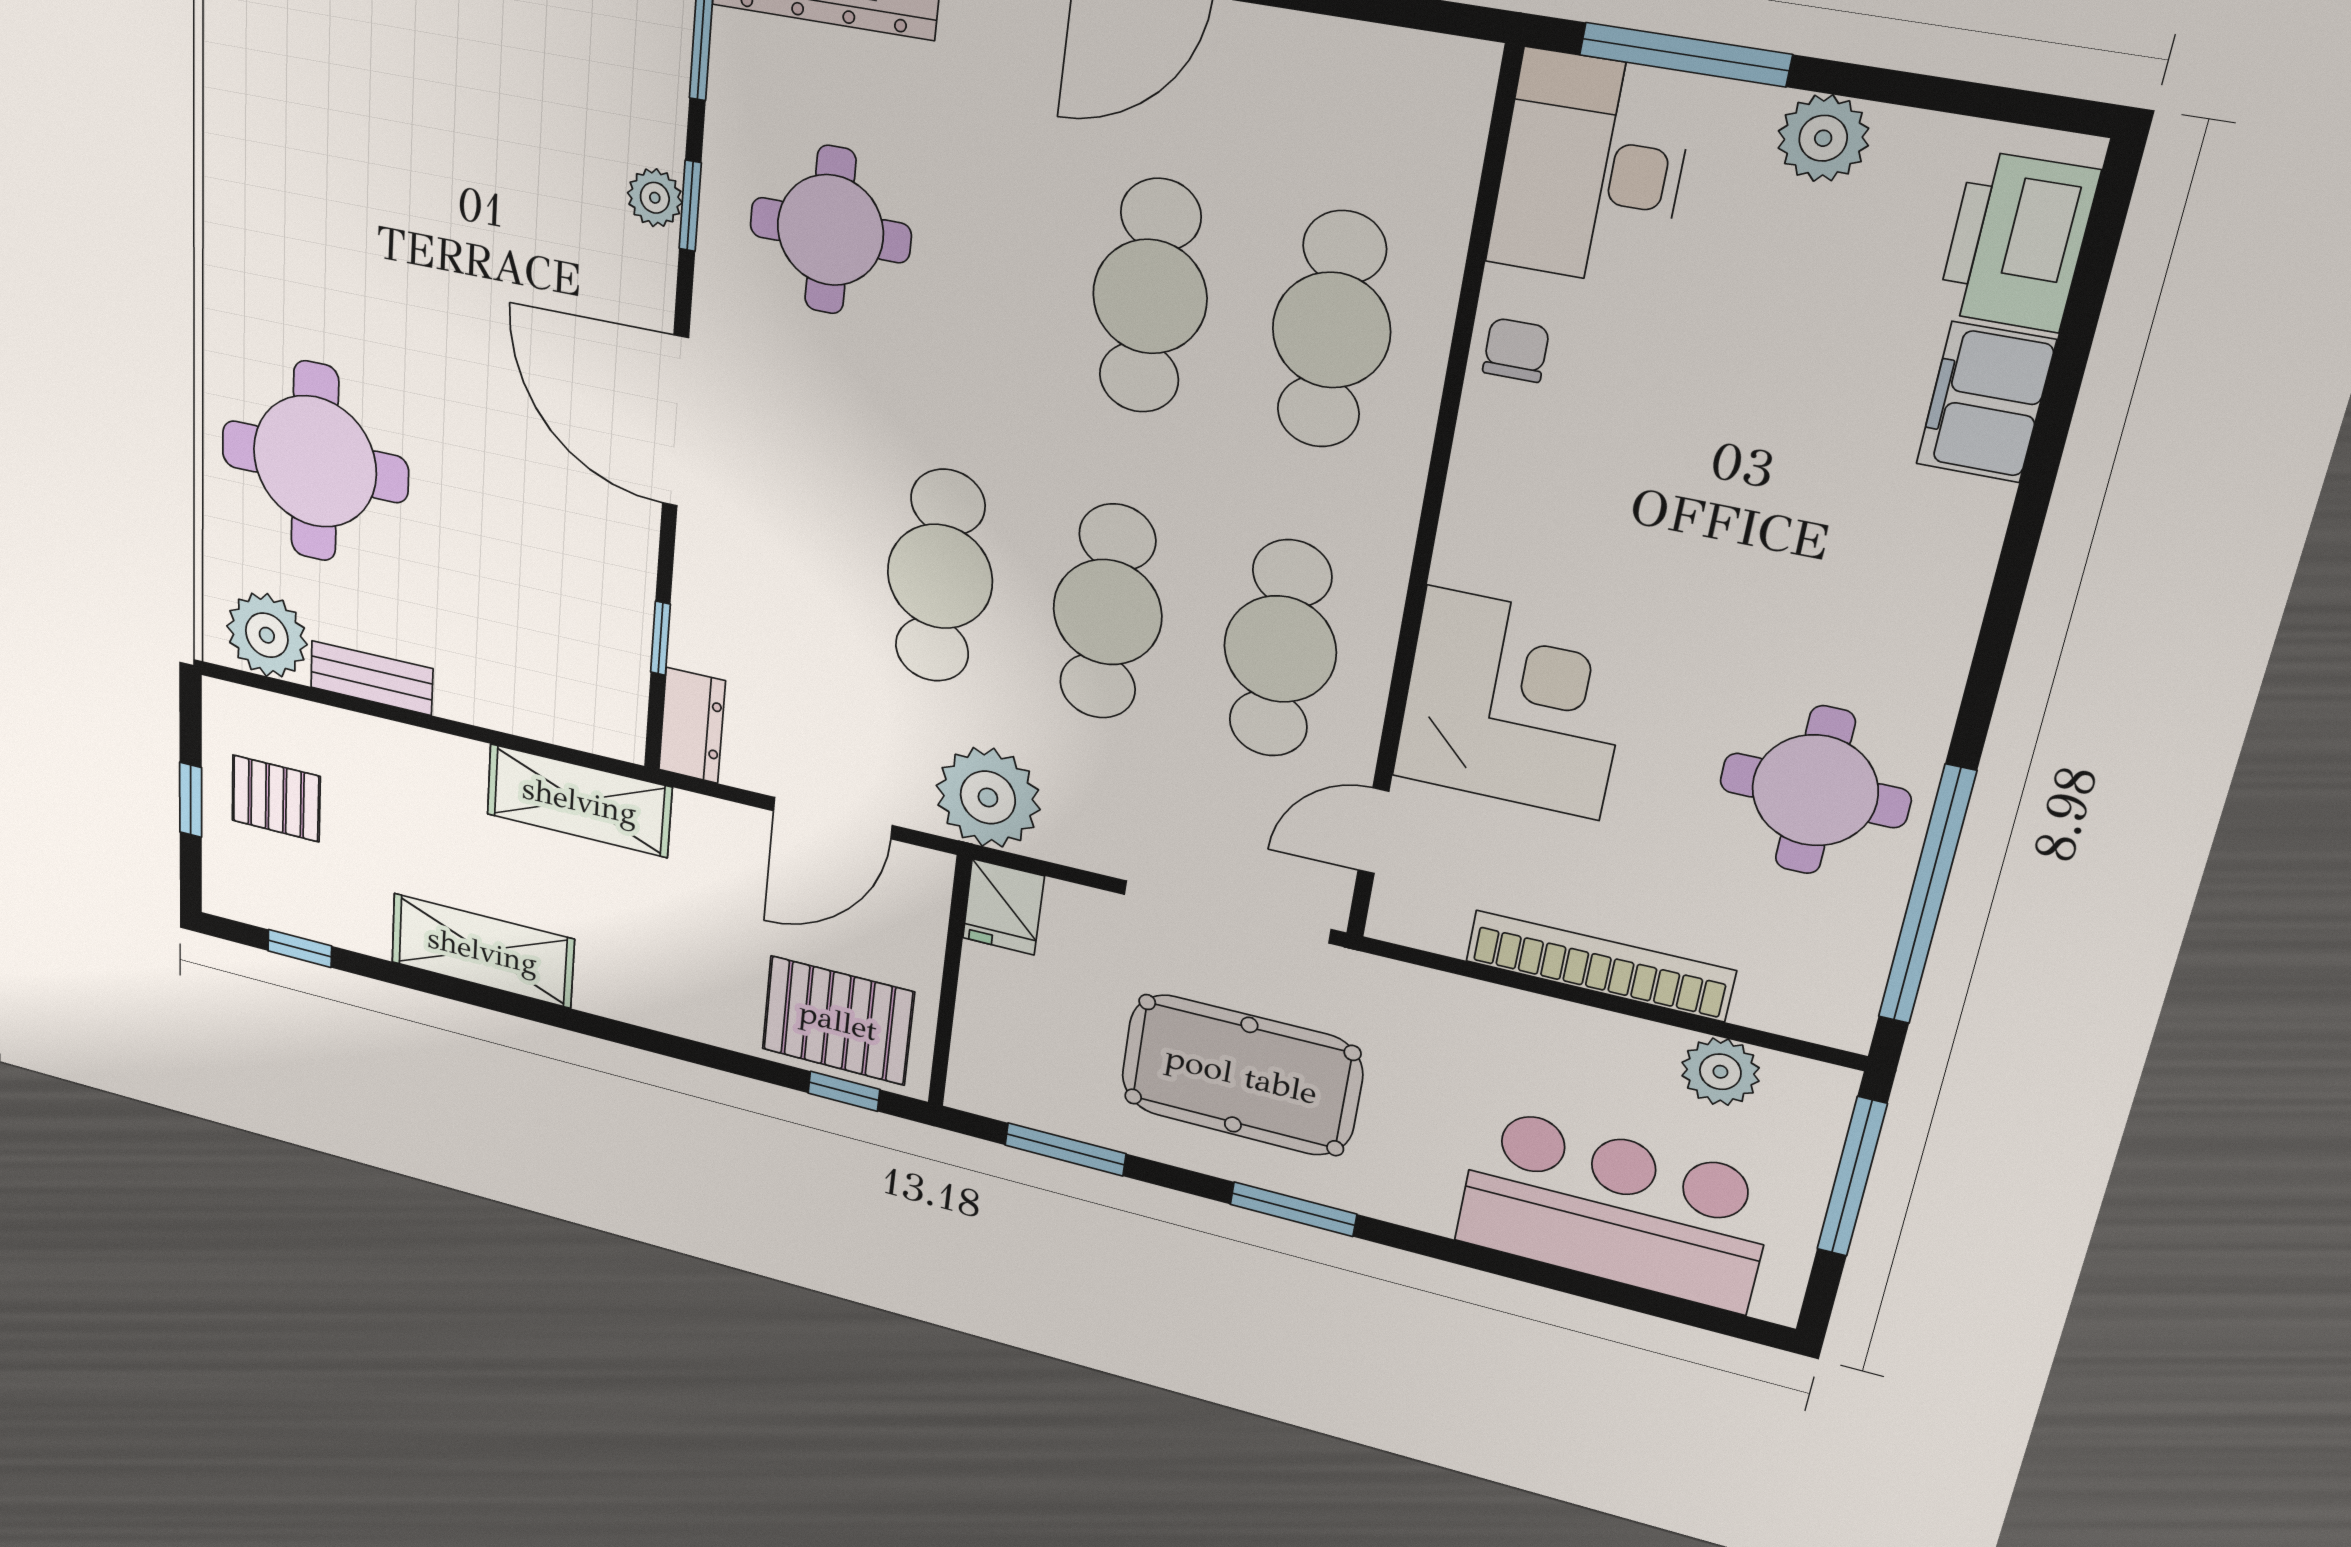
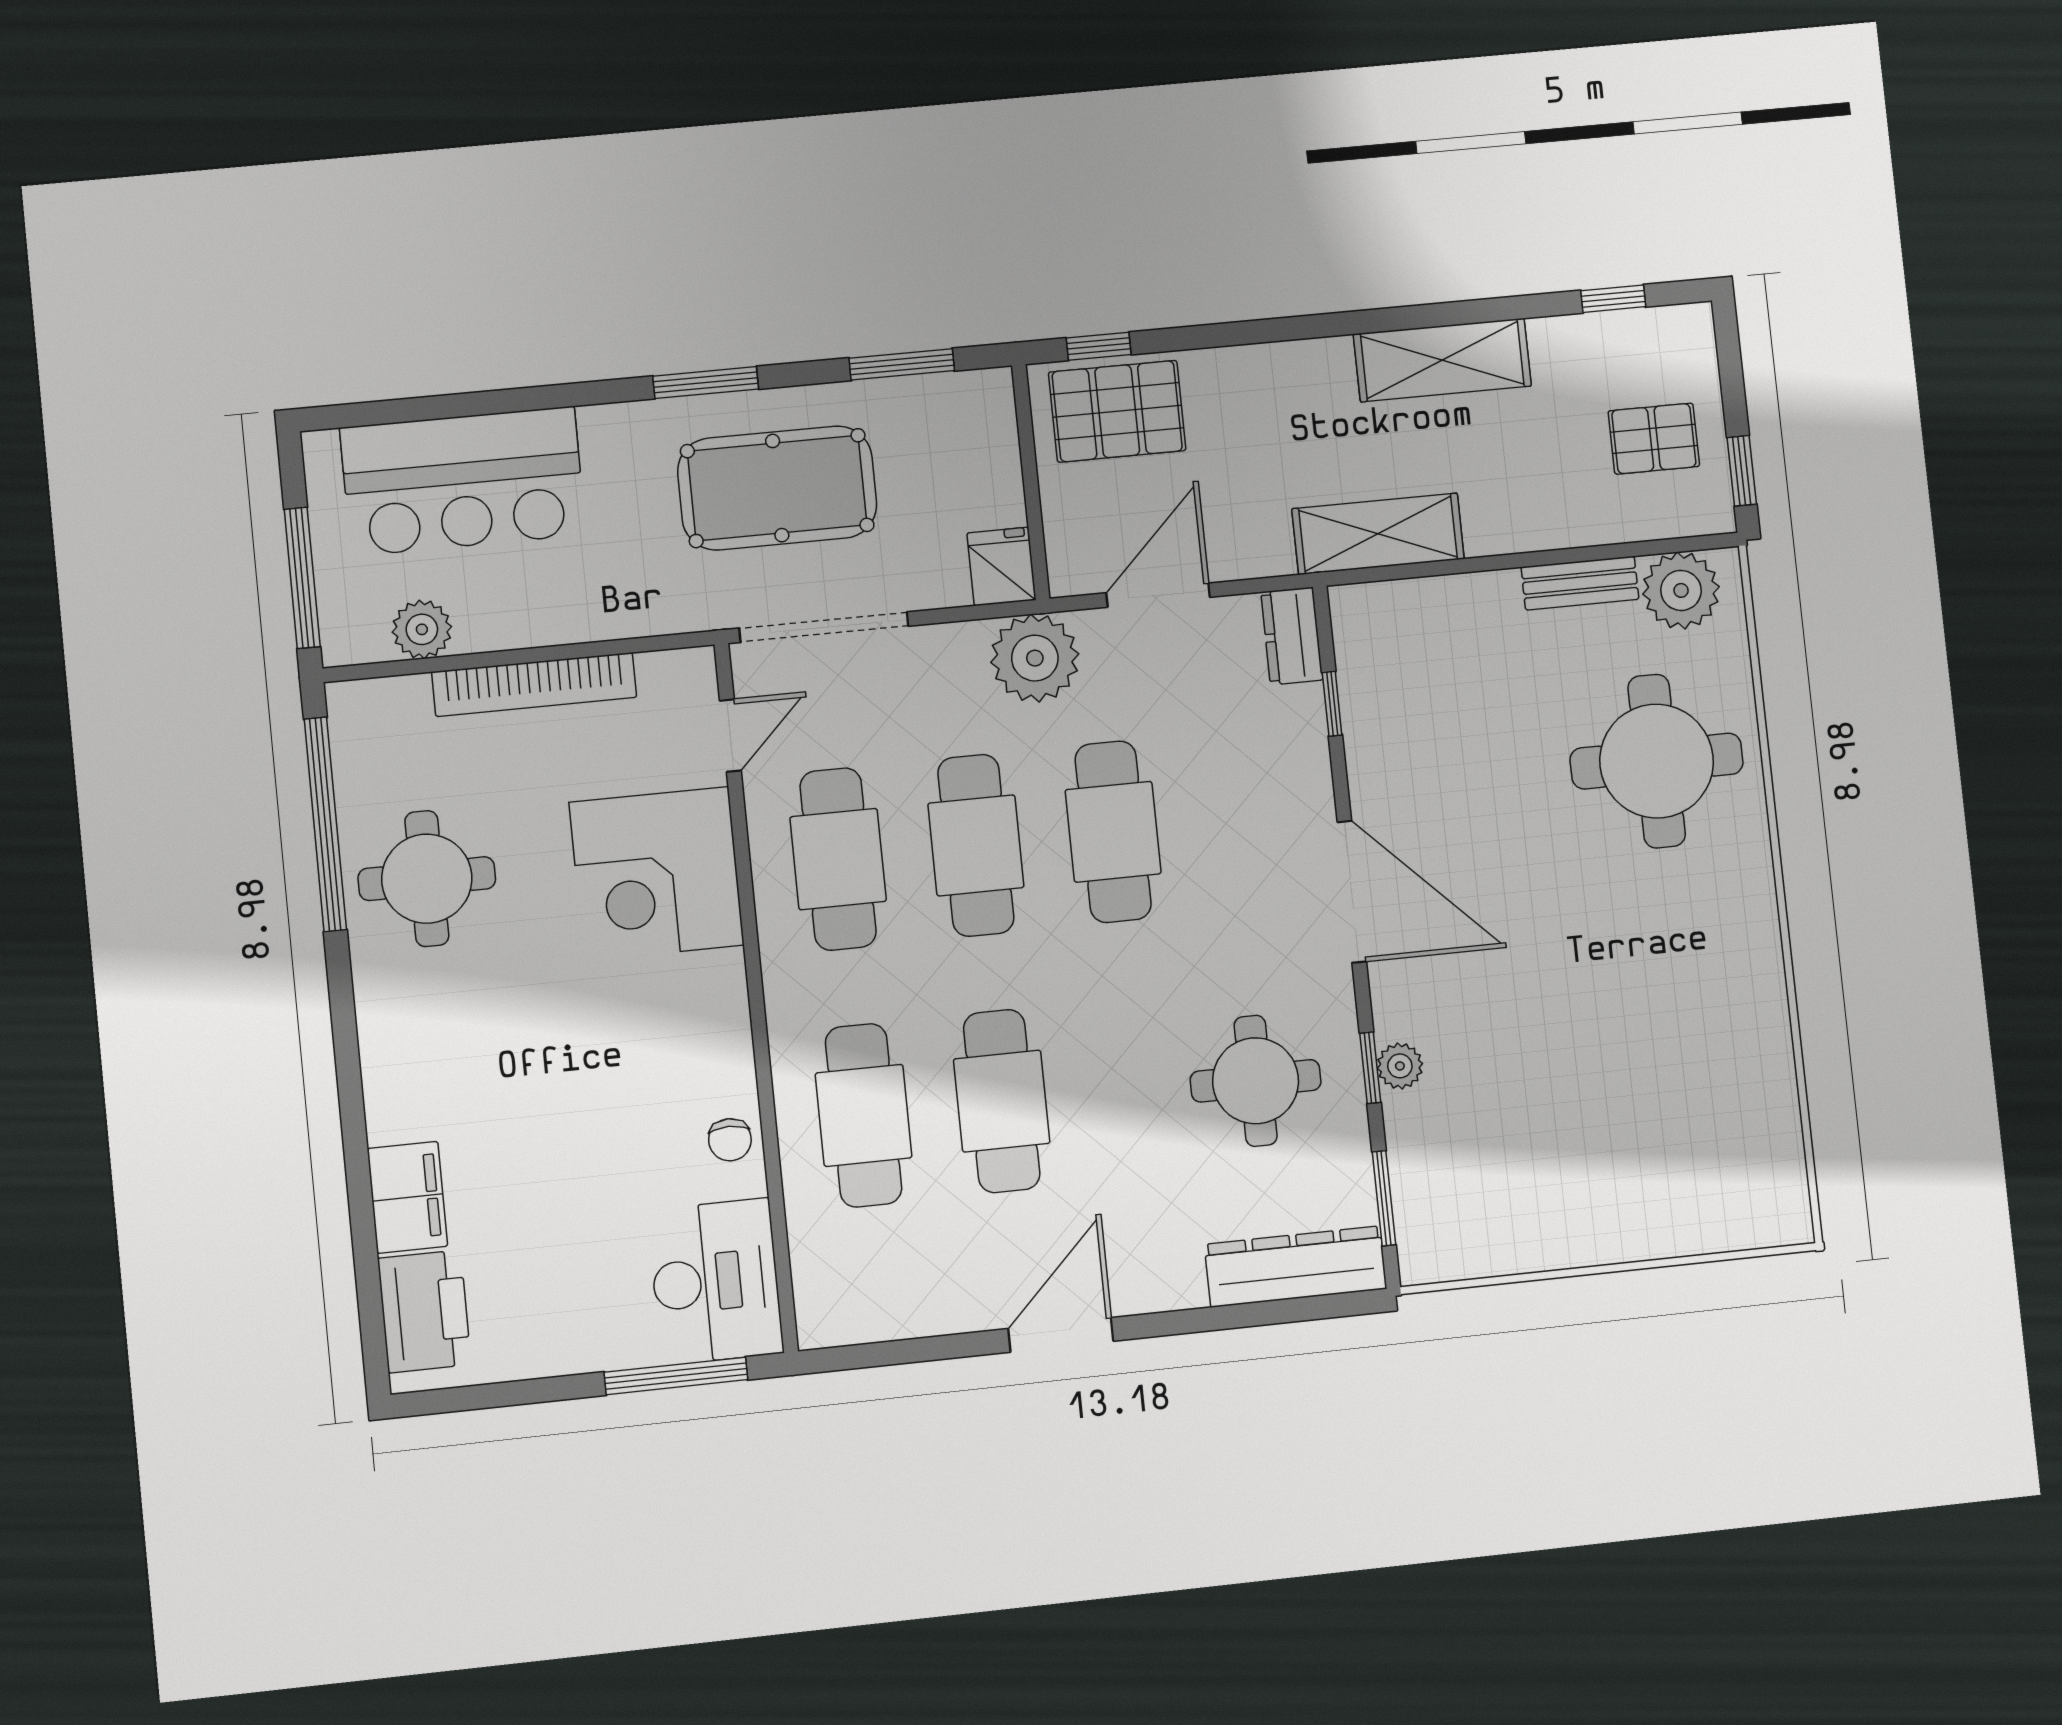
plant: (1823, 138) -> (570, 1345), removed
window: (191, 800) -> (1742, 471), moved

